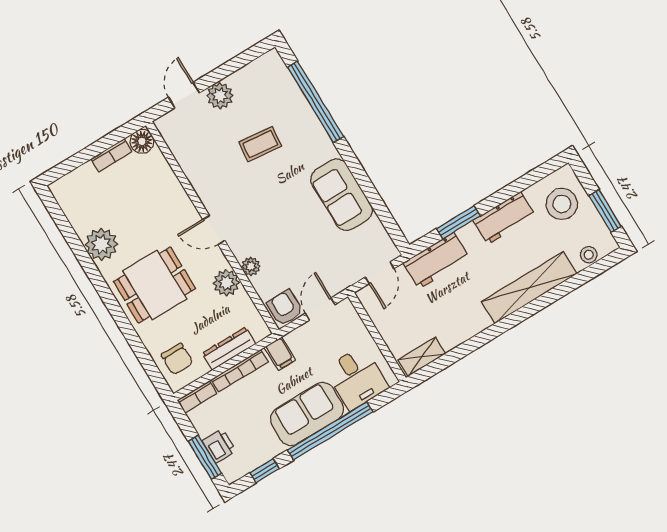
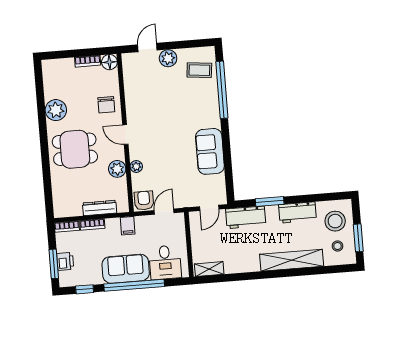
coffee table: (260, 144) -> (199, 70), moved
stool: (589, 255) -> (338, 246), moved
chair: (177, 359) -> (106, 105), moved
bookcase: (240, 371) -> (92, 224), width x0.64

